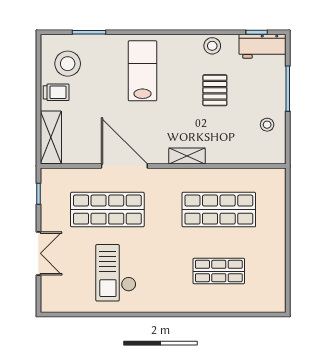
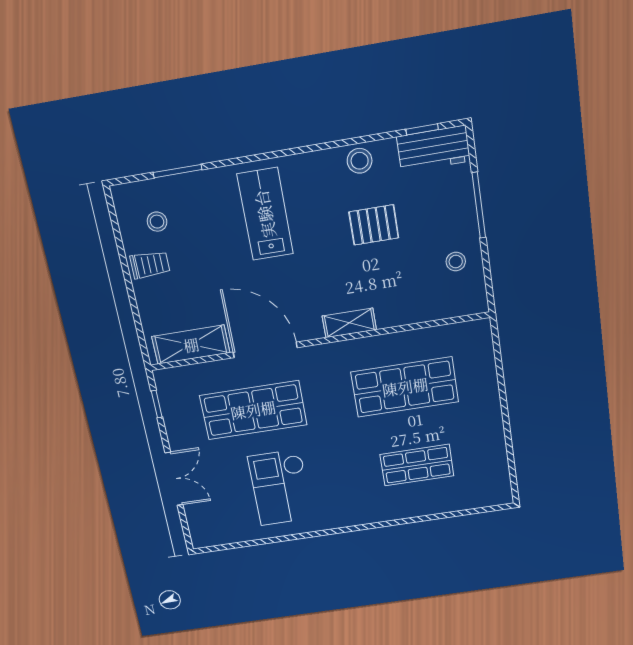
stool: (68, 64) -> (157, 222), width x0.53, depth x0.53
pallet: (215, 90) -> (374, 225), turned 90
shelving: (51, 137) -> (191, 345), moved, turned 90

